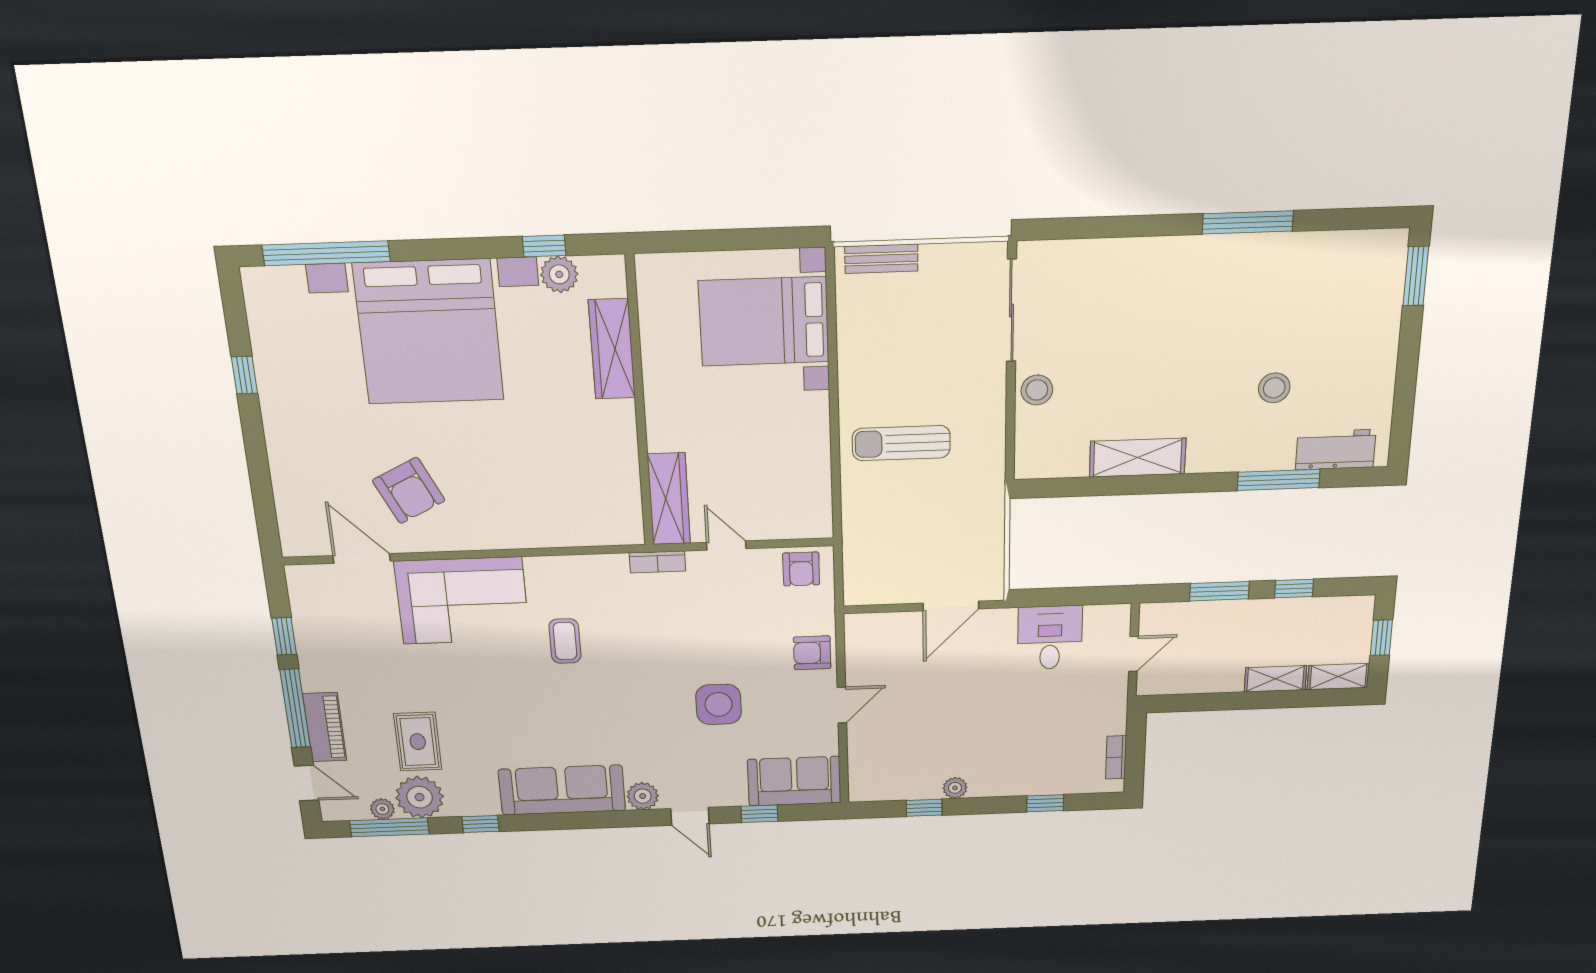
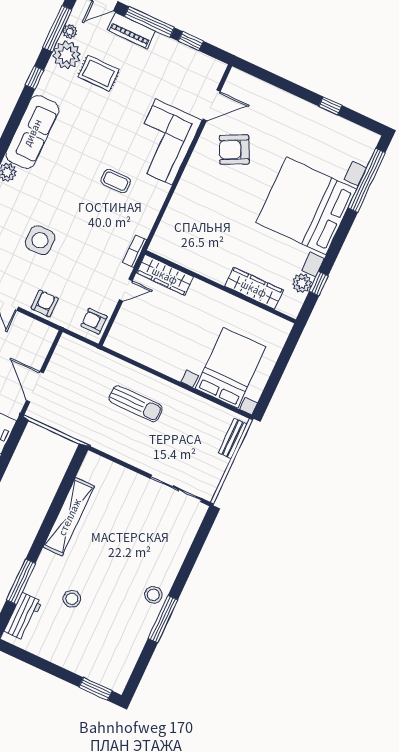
stool: (1037, 390) -> (153, 595), moved
sun lounger: (901, 443) -> (136, 404), turned 90
shelving: (1138, 458) -> (69, 517), width x1.47

